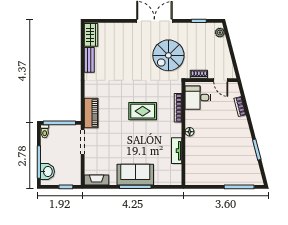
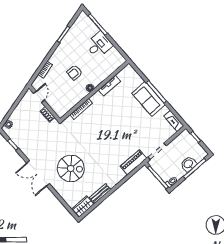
spiral stairs: (168, 55) -> (71, 168), moved
desk: (198, 98) -> (99, 45), moved, turned -90
rug: (143, 111) -> (103, 130), removed
armchair: (215, 130) -> (75, 72), added
washbasin: (47, 171) -> (189, 164), moved

